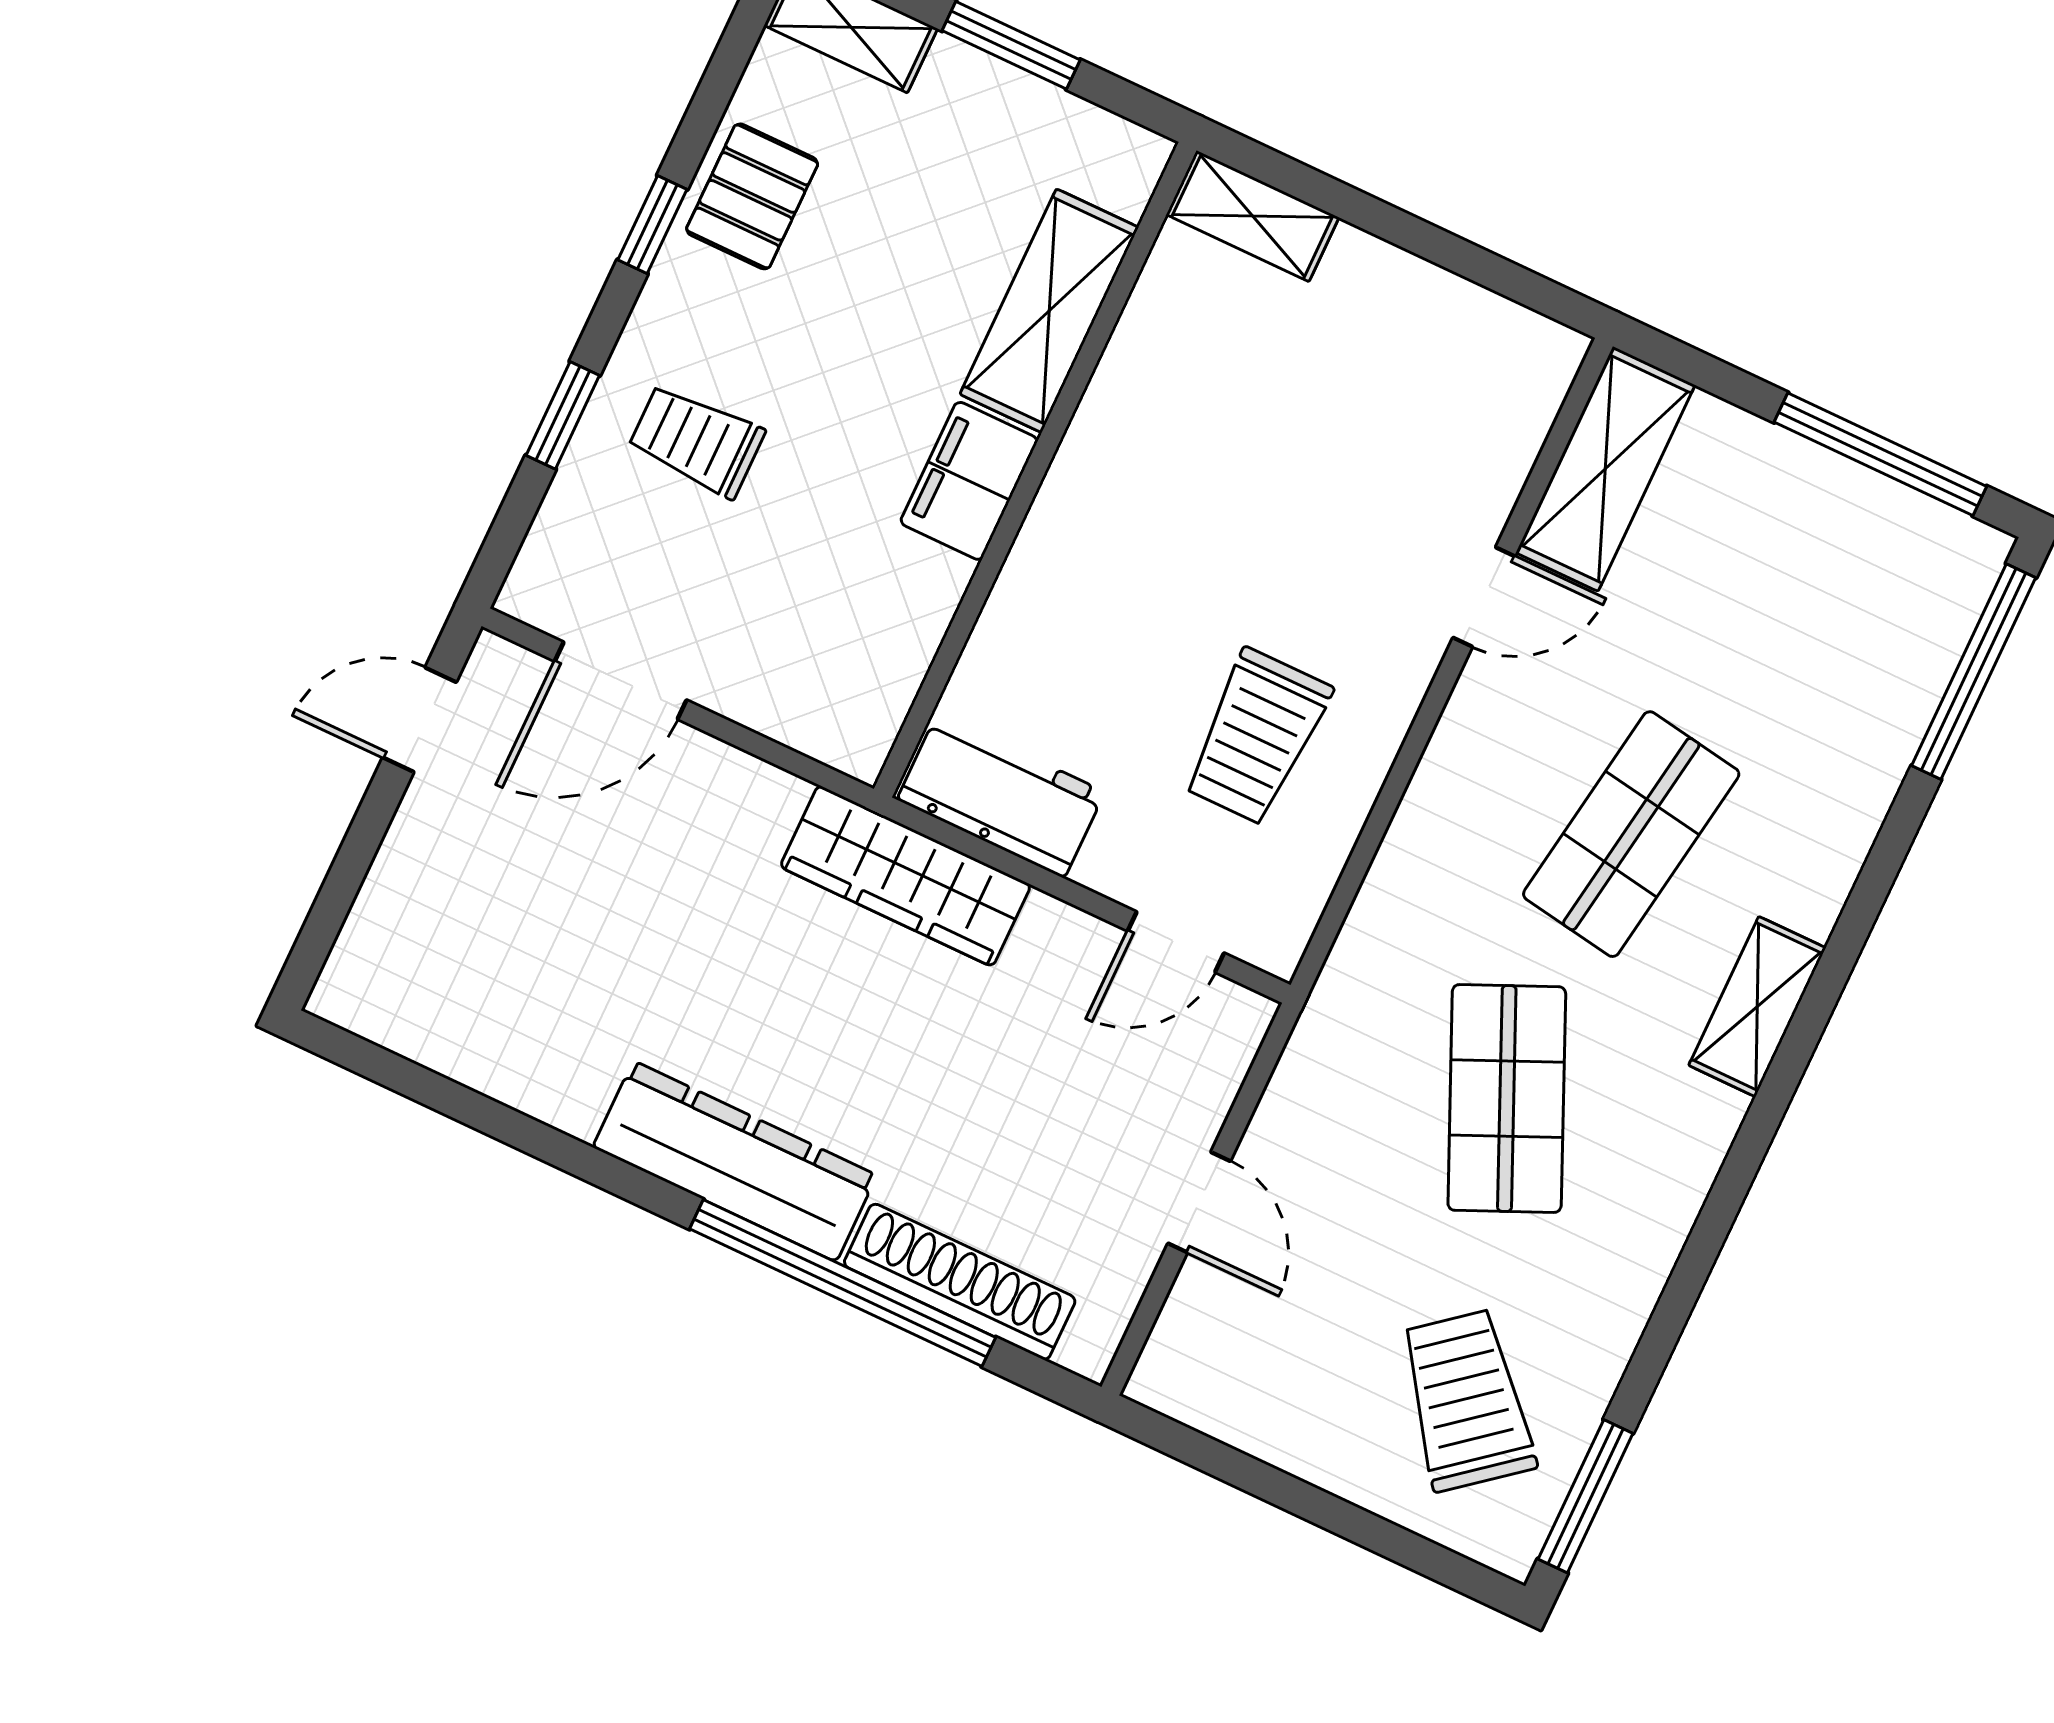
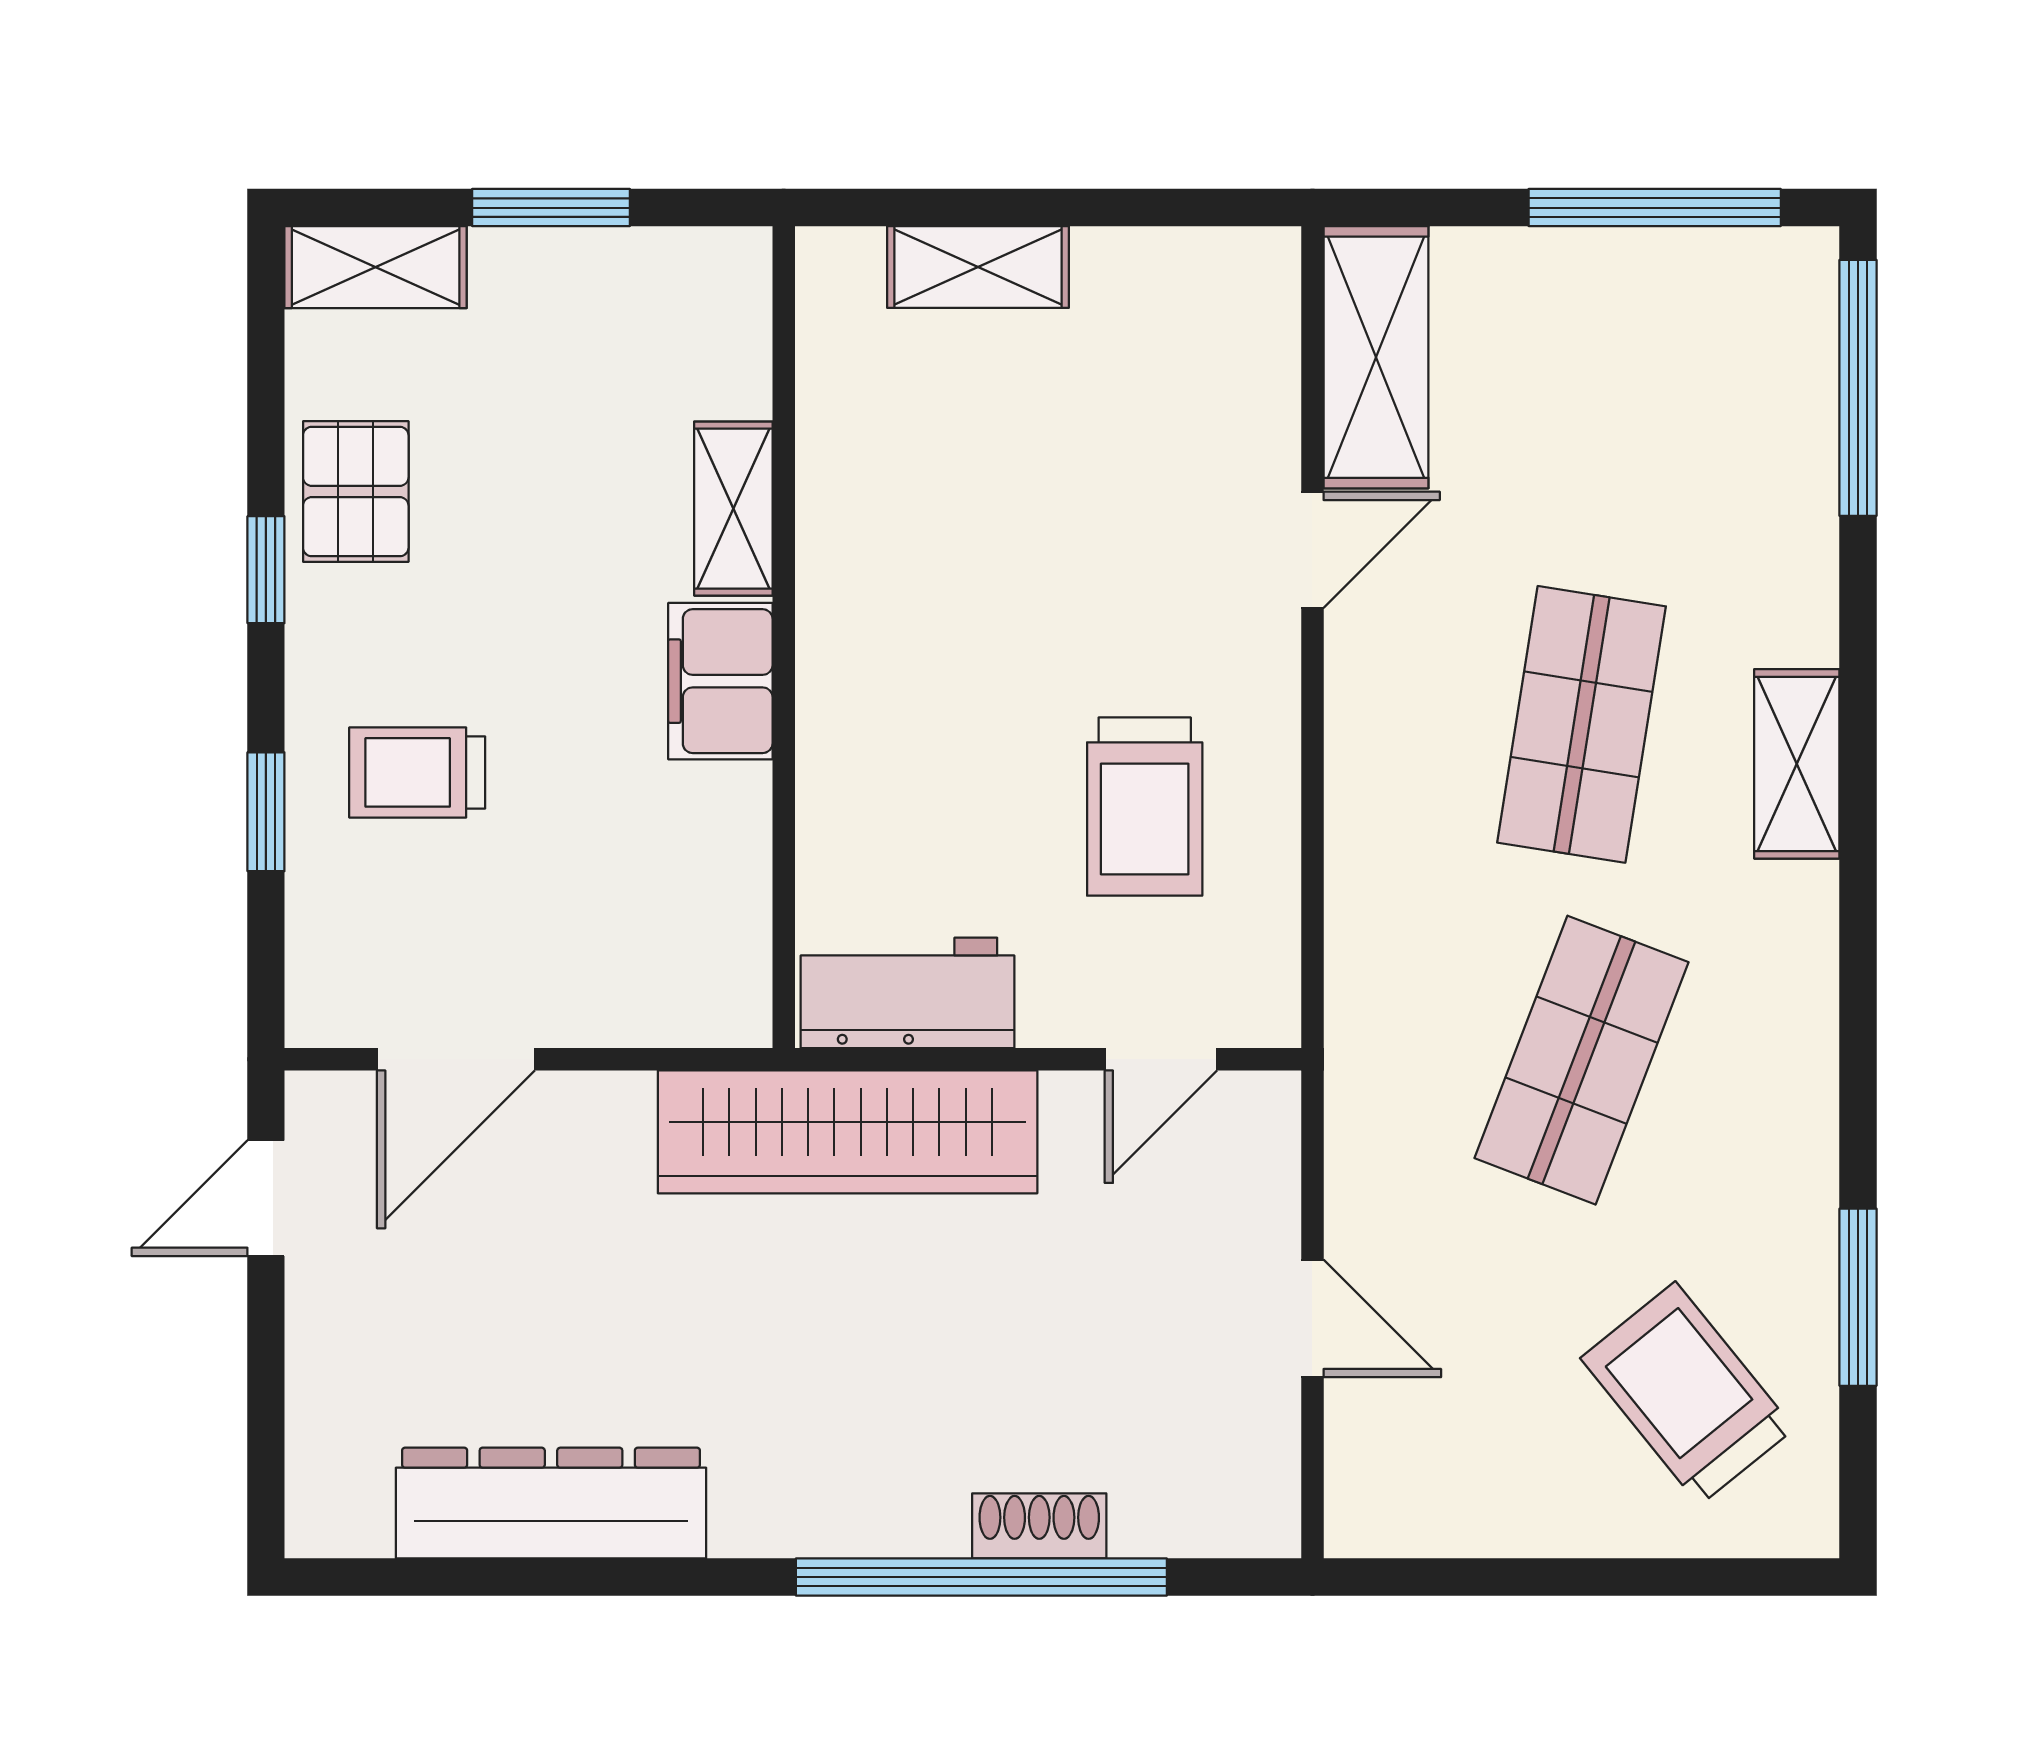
shelving: (1253, 216) -> (978, 267), moved
shelving: (1049, 311) -> (733, 509), width x0.67, depth x0.75
wardrobe: (905, 876) -> (848, 1132), width x1.40, depth x1.17
shelving: (1757, 1007) -> (1797, 764), moved
shop shelf: (1507, 1098) -> (1582, 1060), turned 45
dresser: (735, 1161) -> (551, 1503), moved
shoe rack: (960, 1282) -> (1039, 1526), width x0.51, depth x0.81
window: (1586, 1496) -> (1858, 1297), moved

